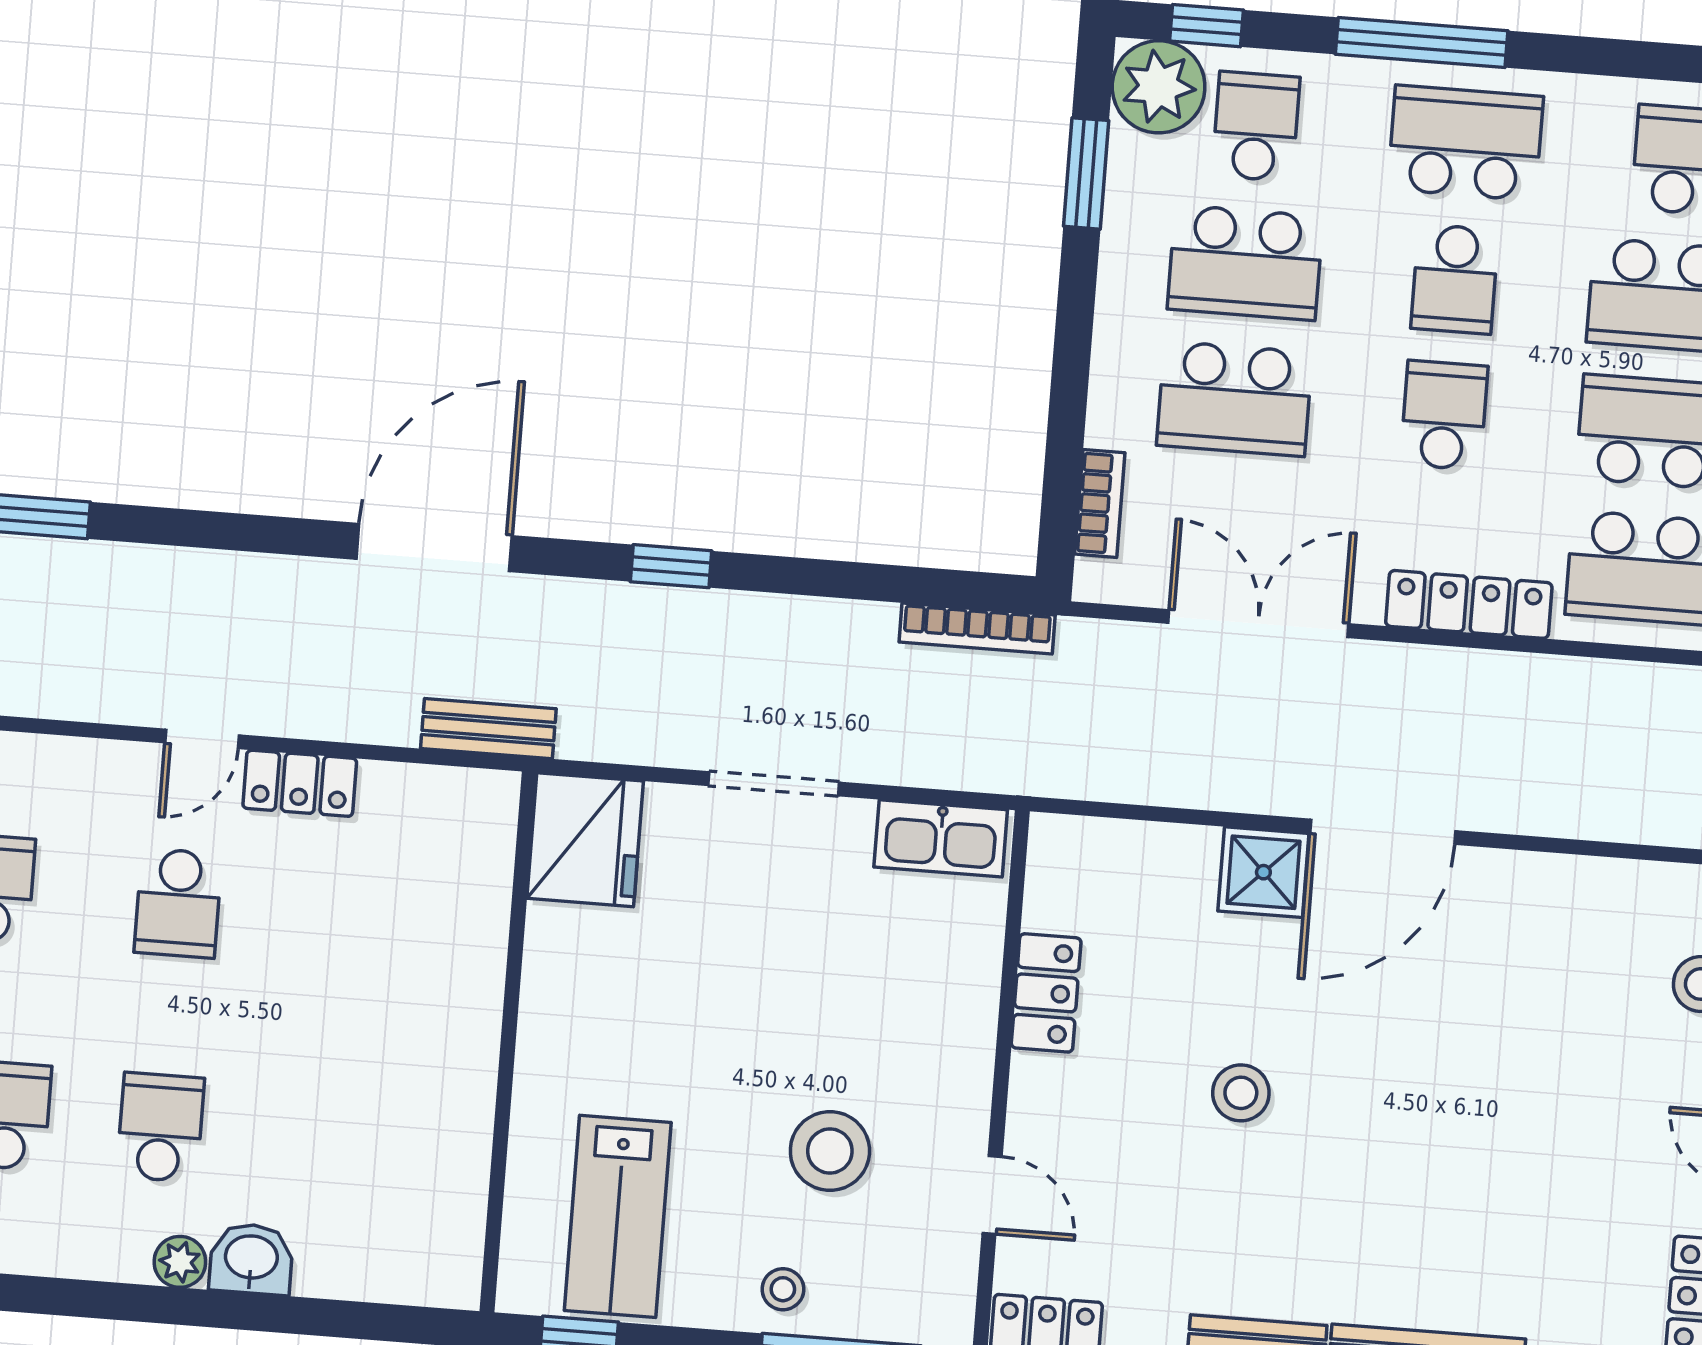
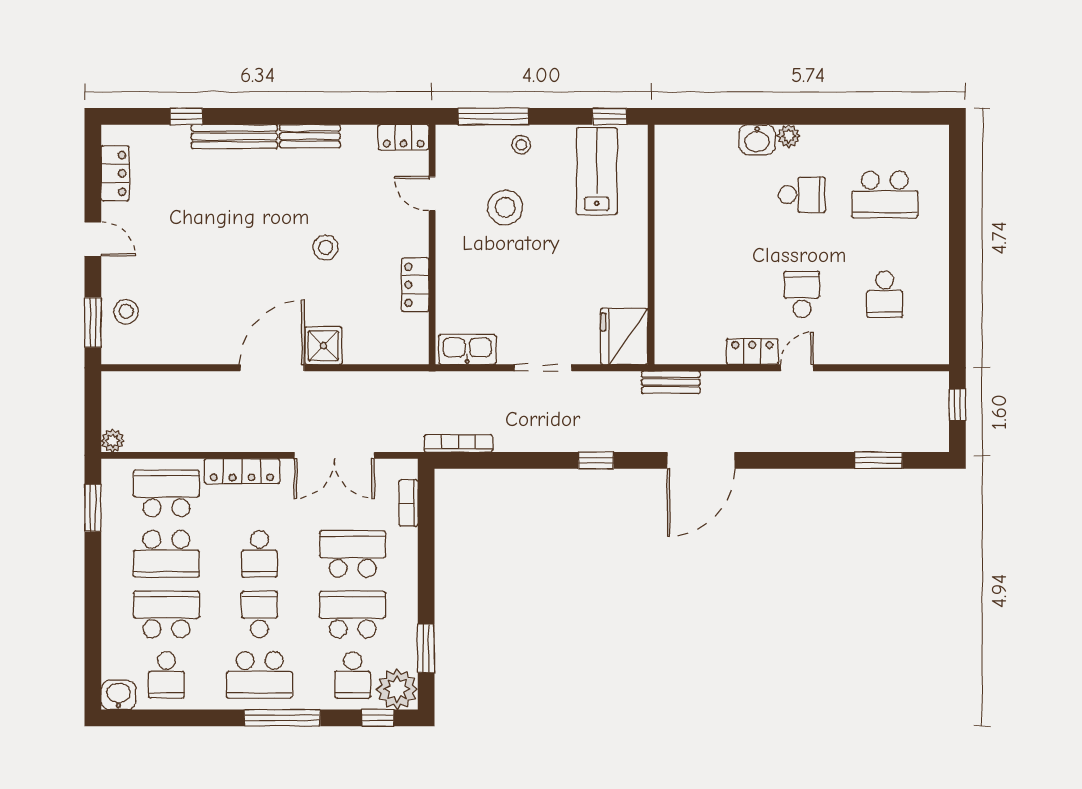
school desk: (160, 1127) -> (802, 195), turned -90

